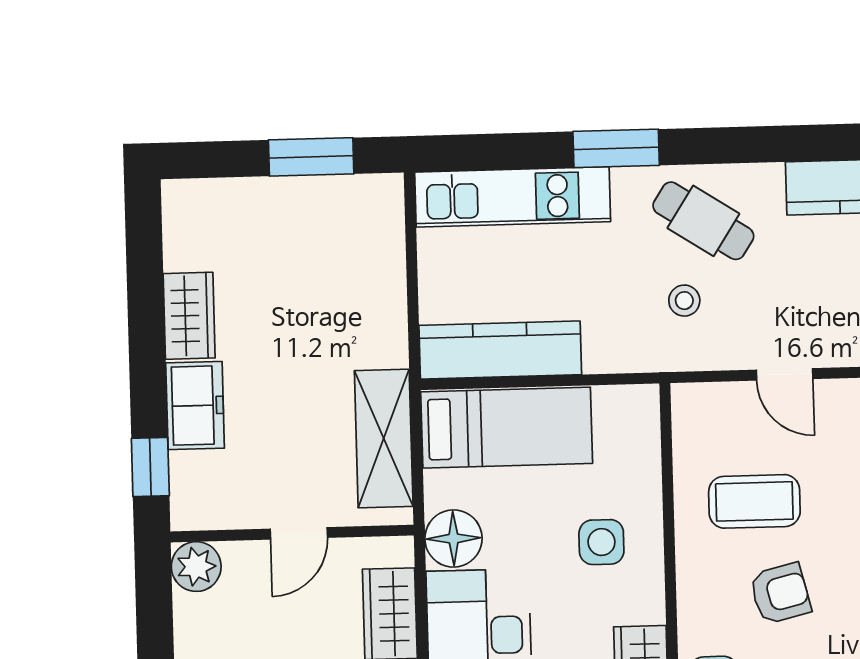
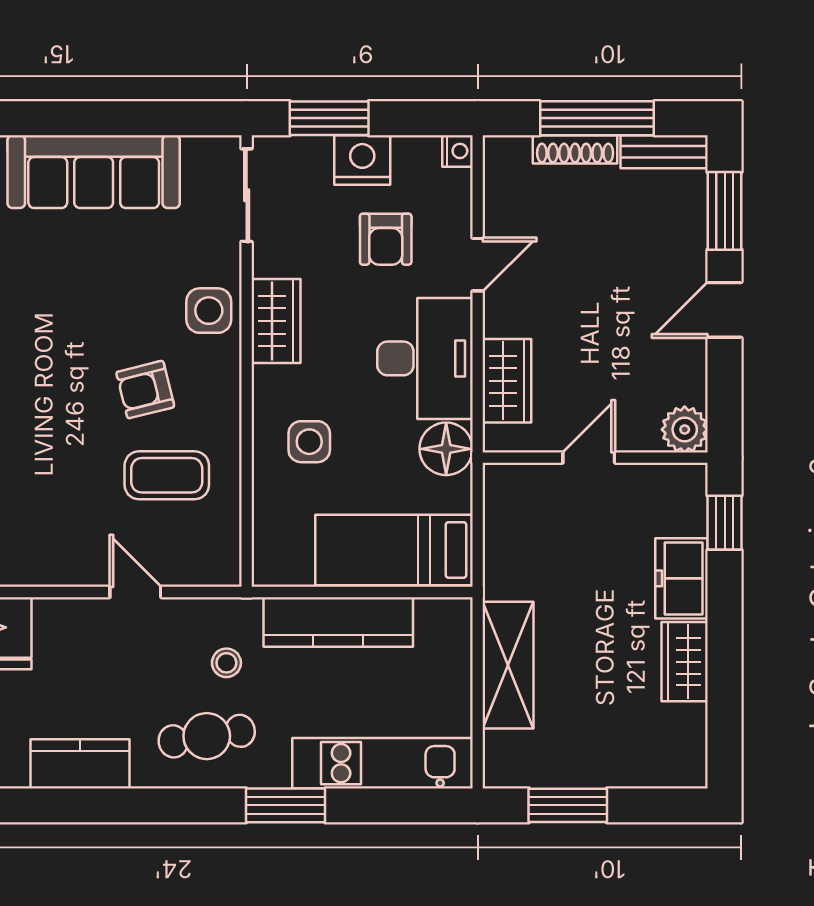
cafe table: (703, 221) -> (207, 736), turned -42
kitchen counter: (500, 350) -> (338, 622), moved
shelving: (384, 439) -> (508, 665), moved

